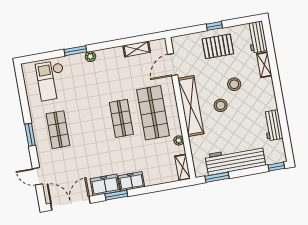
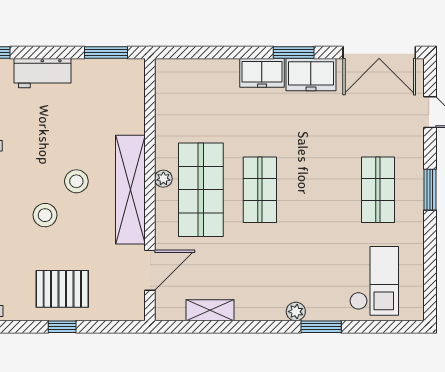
plant: (179, 140) -> (163, 179), moved
workbench: (235, 160) -> (43, 73), width x0.53, depth x0.76
shelving: (183, 167) -> (165, 82), removed

